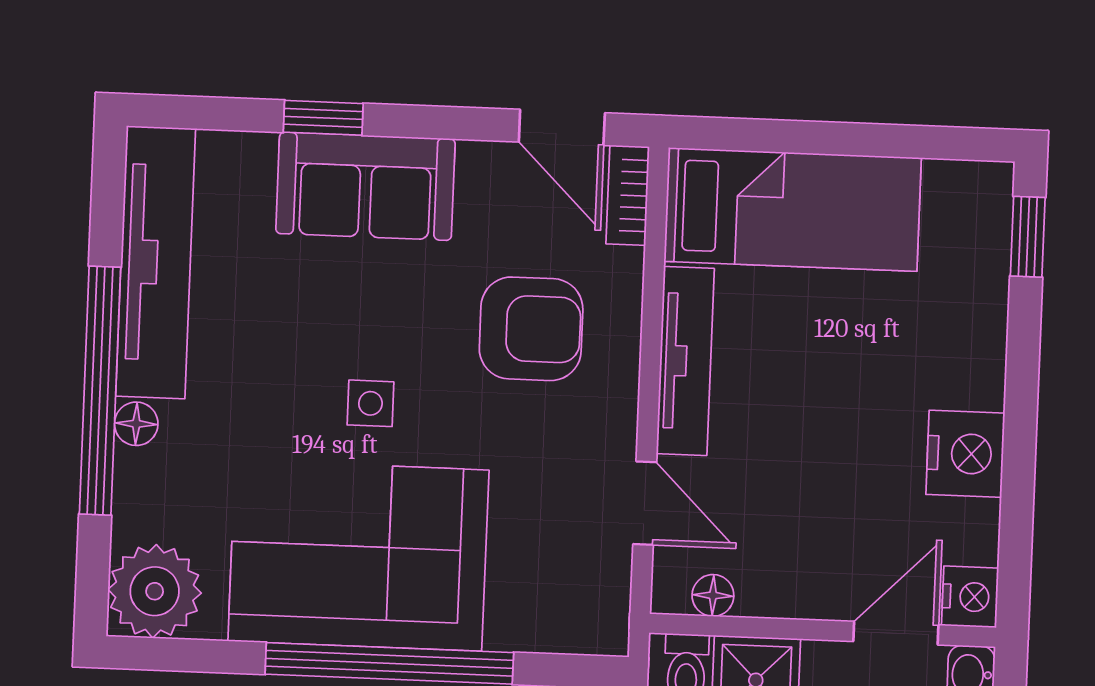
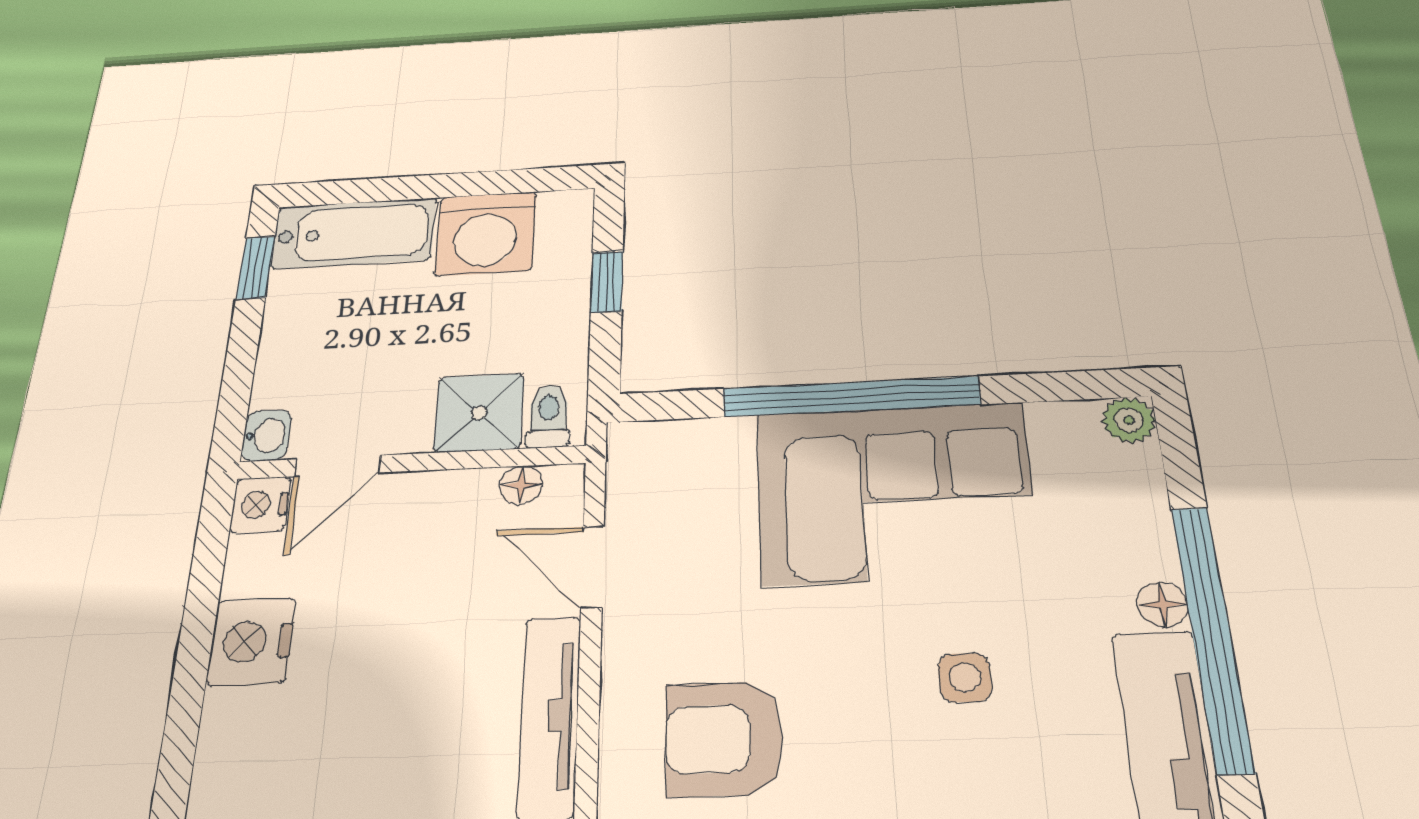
side table: (370, 403) -> (965, 678), moved
plant: (155, 591) -> (1129, 420), width x0.53, depth x0.53

